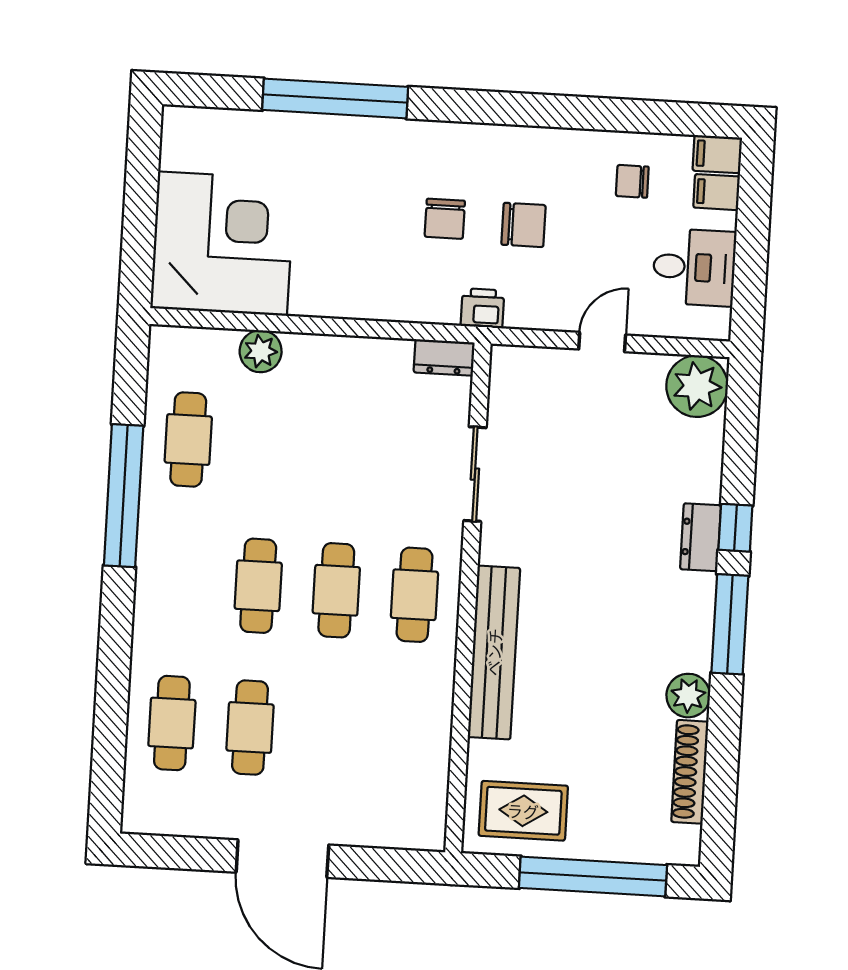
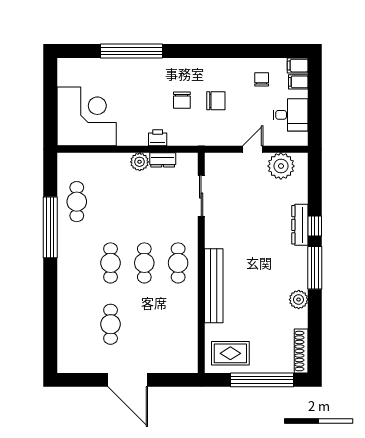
chair: (632, 181) -> (262, 79), turned 90
printer: (482, 308) -> (158, 138), moved
plant: (261, 351) -> (140, 162), moved
dresser: (444, 357) -> (163, 160), moved
plant: (697, 386) -> (281, 166), moved
sliding door: (475, 474) -> (201, 196), moved
dresser: (701, 537) -> (300, 225), width x1.44
cafe table: (172, 723) -> (77, 324), removed
shoe rack: (690, 772) -> (301, 351), moved

